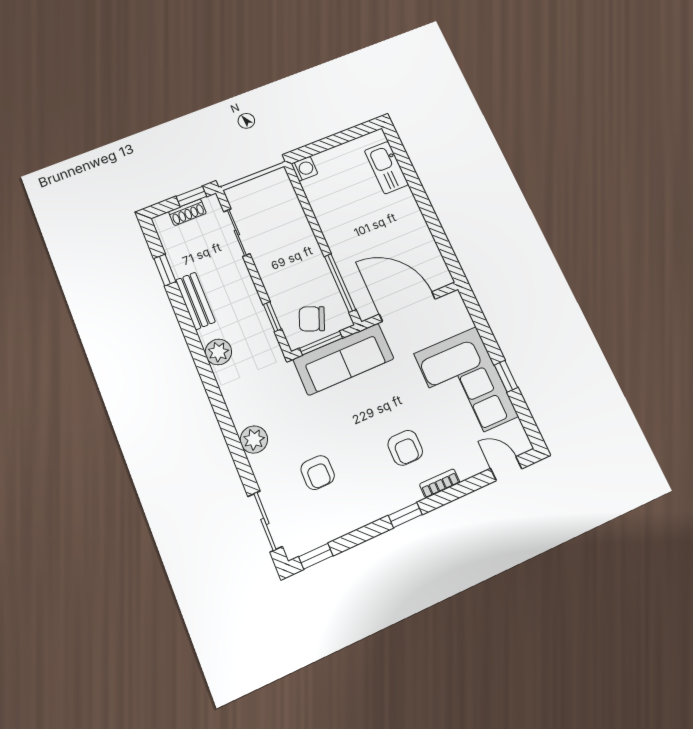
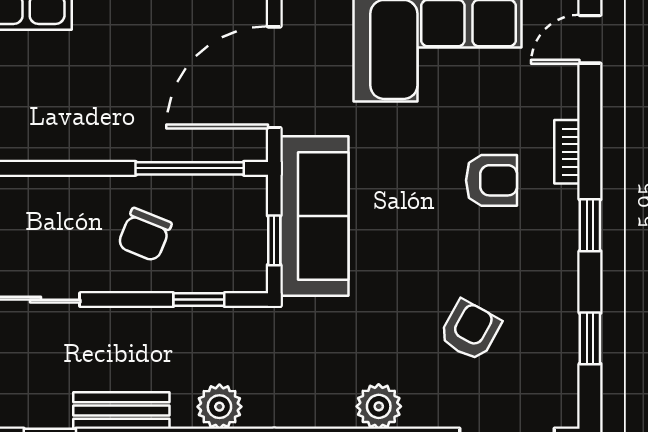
chair: (312, 319) -> (145, 235), moved
window: (321, 343) -> (274, 240), width x0.67
armchair: (318, 472) -> (470, 330), turned -61
window: (316, 556) -> (590, 338), moved

